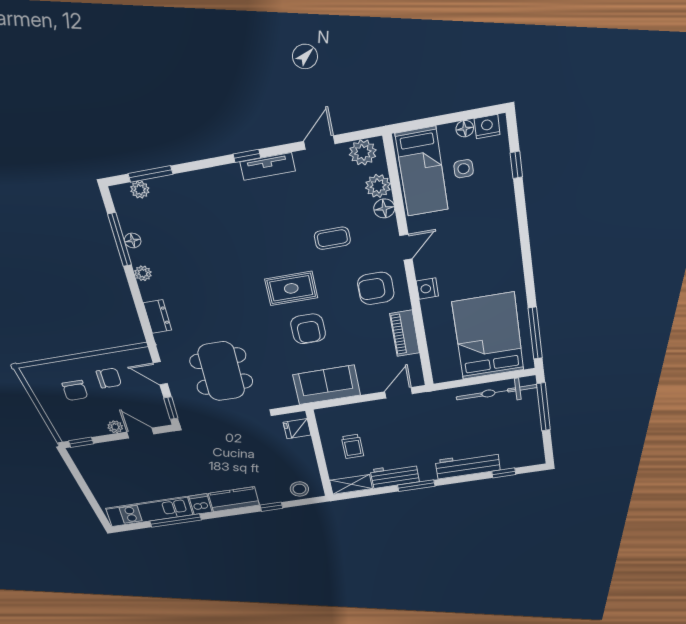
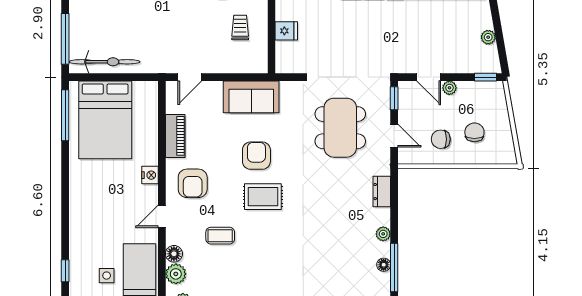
armchair: (376, 288) -> (193, 183), turned 90
fridge: (297, 429) -> (286, 31), moved
plant: (91, 477) -> (488, 37), added

